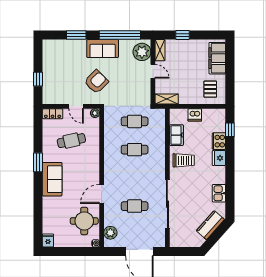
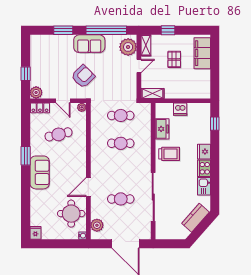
door: (153, 71) -> (139, 66), hinge flipped
pallet: (210, 89) -> (174, 59), moved
plant: (49, 98) -> (36, 92), added
cooker: (219, 141) -> (204, 168), moved

